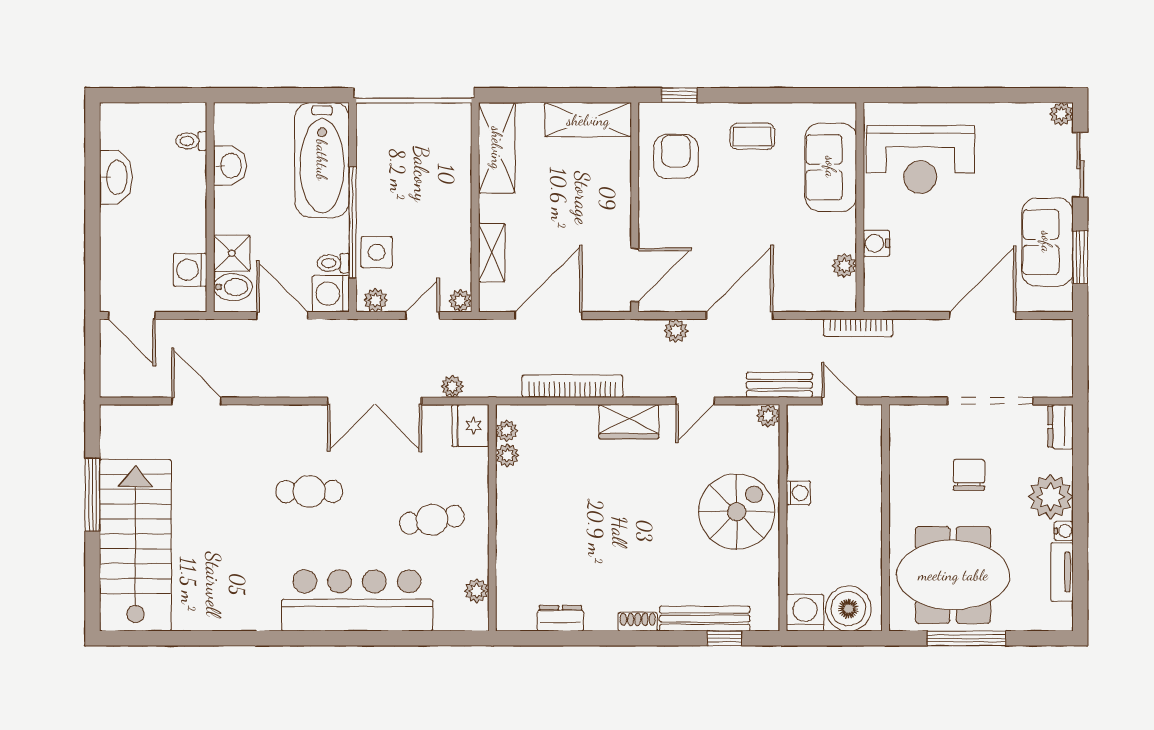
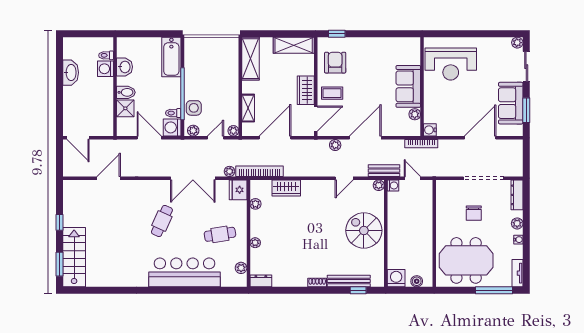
coffee table: (752, 136) -> (332, 93), moved
bathtub: (322, 160) -> (171, 57), width x0.73, depth x0.73
sofa: (831, 167) -> (408, 86), moved
wardrobe: (614, 215) -> (306, 90), added
water cooler: (876, 243) -> (430, 130), moved
washing machine: (190, 270) -> (106, 69), moved
bidet: (233, 287) -> (126, 92), moved
bookcase: (572, 386) -> (259, 171), moved
door: (197, 401) -> (109, 178), hinge flipped
wardrobe: (629, 422) -> (286, 188), moved
dresser: (1061, 427) -> (517, 195), width x1.44
plant: (507, 431) -> (255, 243), moved
chair: (969, 475) -> (474, 213), turned 180
cafe table: (309, 492) -> (162, 221), turned -66
washing machine: (798, 493) -> (393, 185), moved
window: (92, 495) -> (59, 222), width x0.46
plant: (1051, 497) -> (517, 223), width x0.53, depth x0.53
spiral stairs: (737, 512) -> (364, 230), turned -90
stairs: (135, 545) -> (74, 257), width x0.73, depth x0.66
tv unit: (1062, 572) -> (518, 273), moved
window: (92, 583) -> (59, 264), added
boiler: (848, 609) -> (417, 281), width x0.54, depth x0.54
dresser: (560, 618) -> (261, 281), moved
window: (966, 638) -> (494, 290), moved

